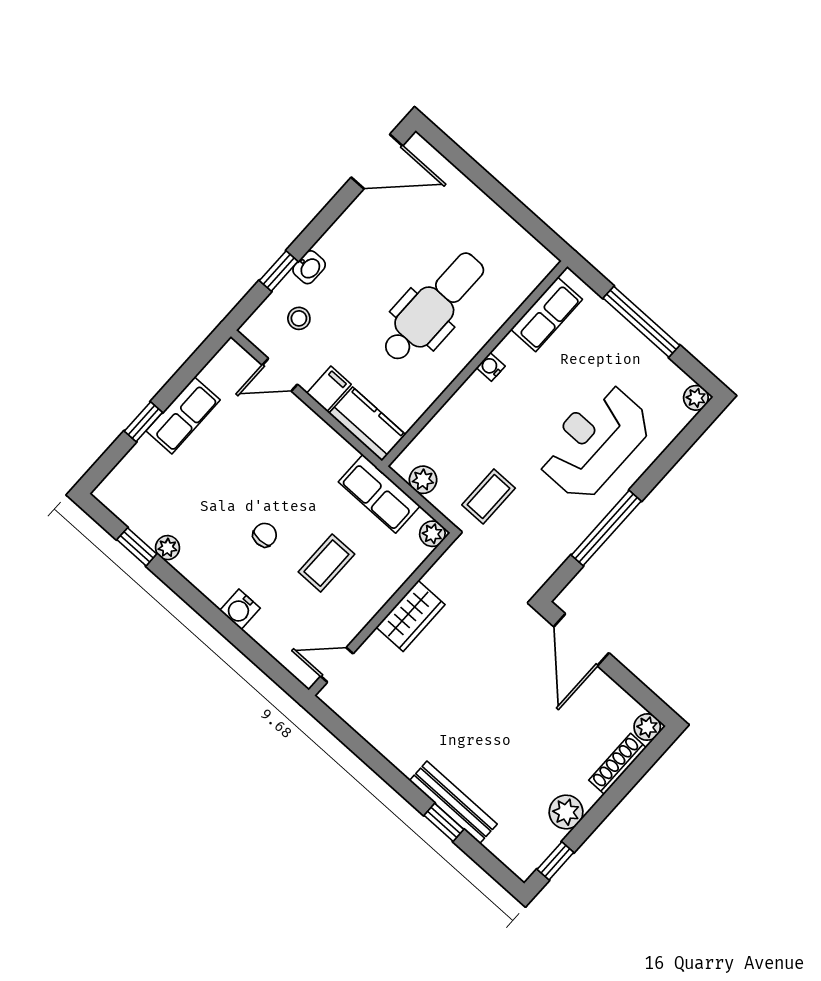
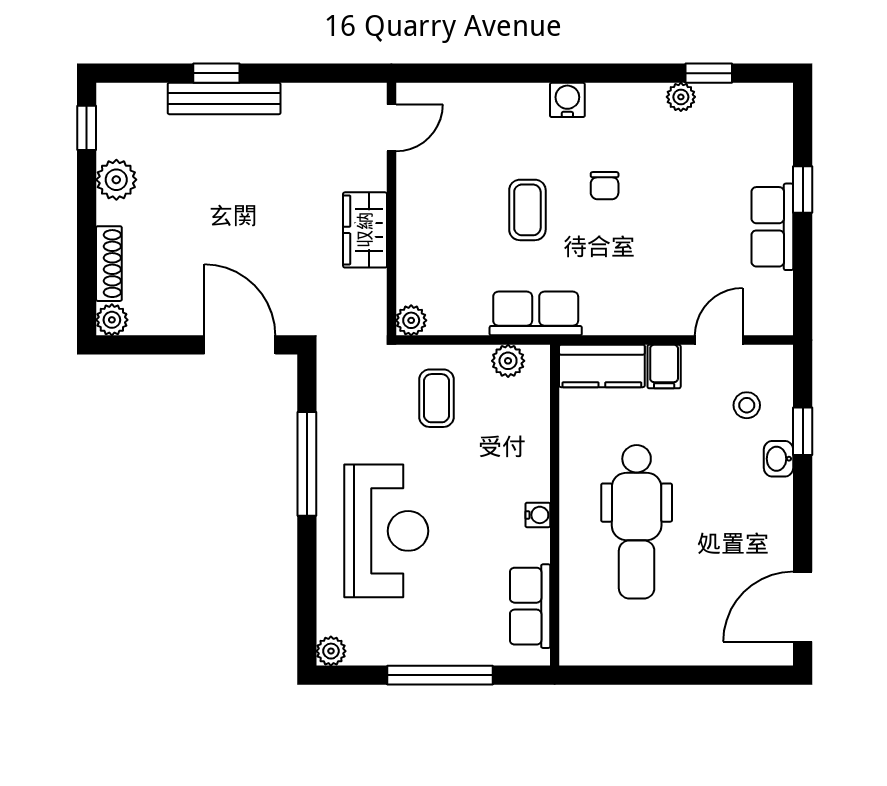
plant: (432, 534) -> (411, 320), moved
wall: (382, 614) -> (391, 209), moved
wardrobe: (411, 616) -> (365, 230), moved
door: (337, 665) -> (391, 128), moved

